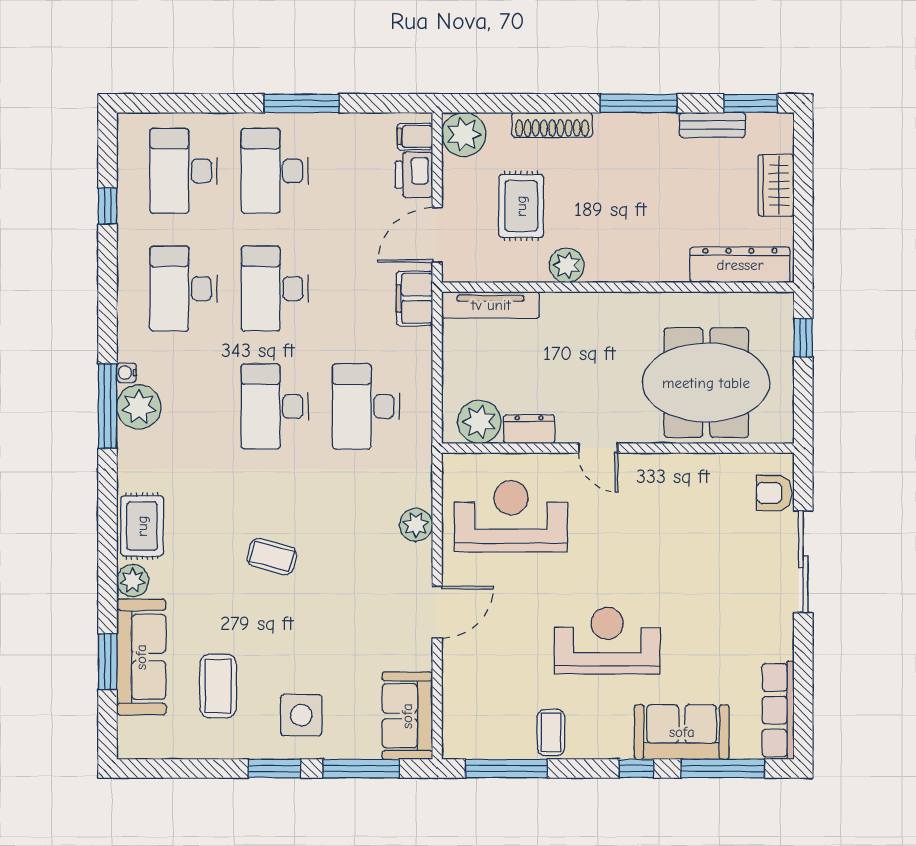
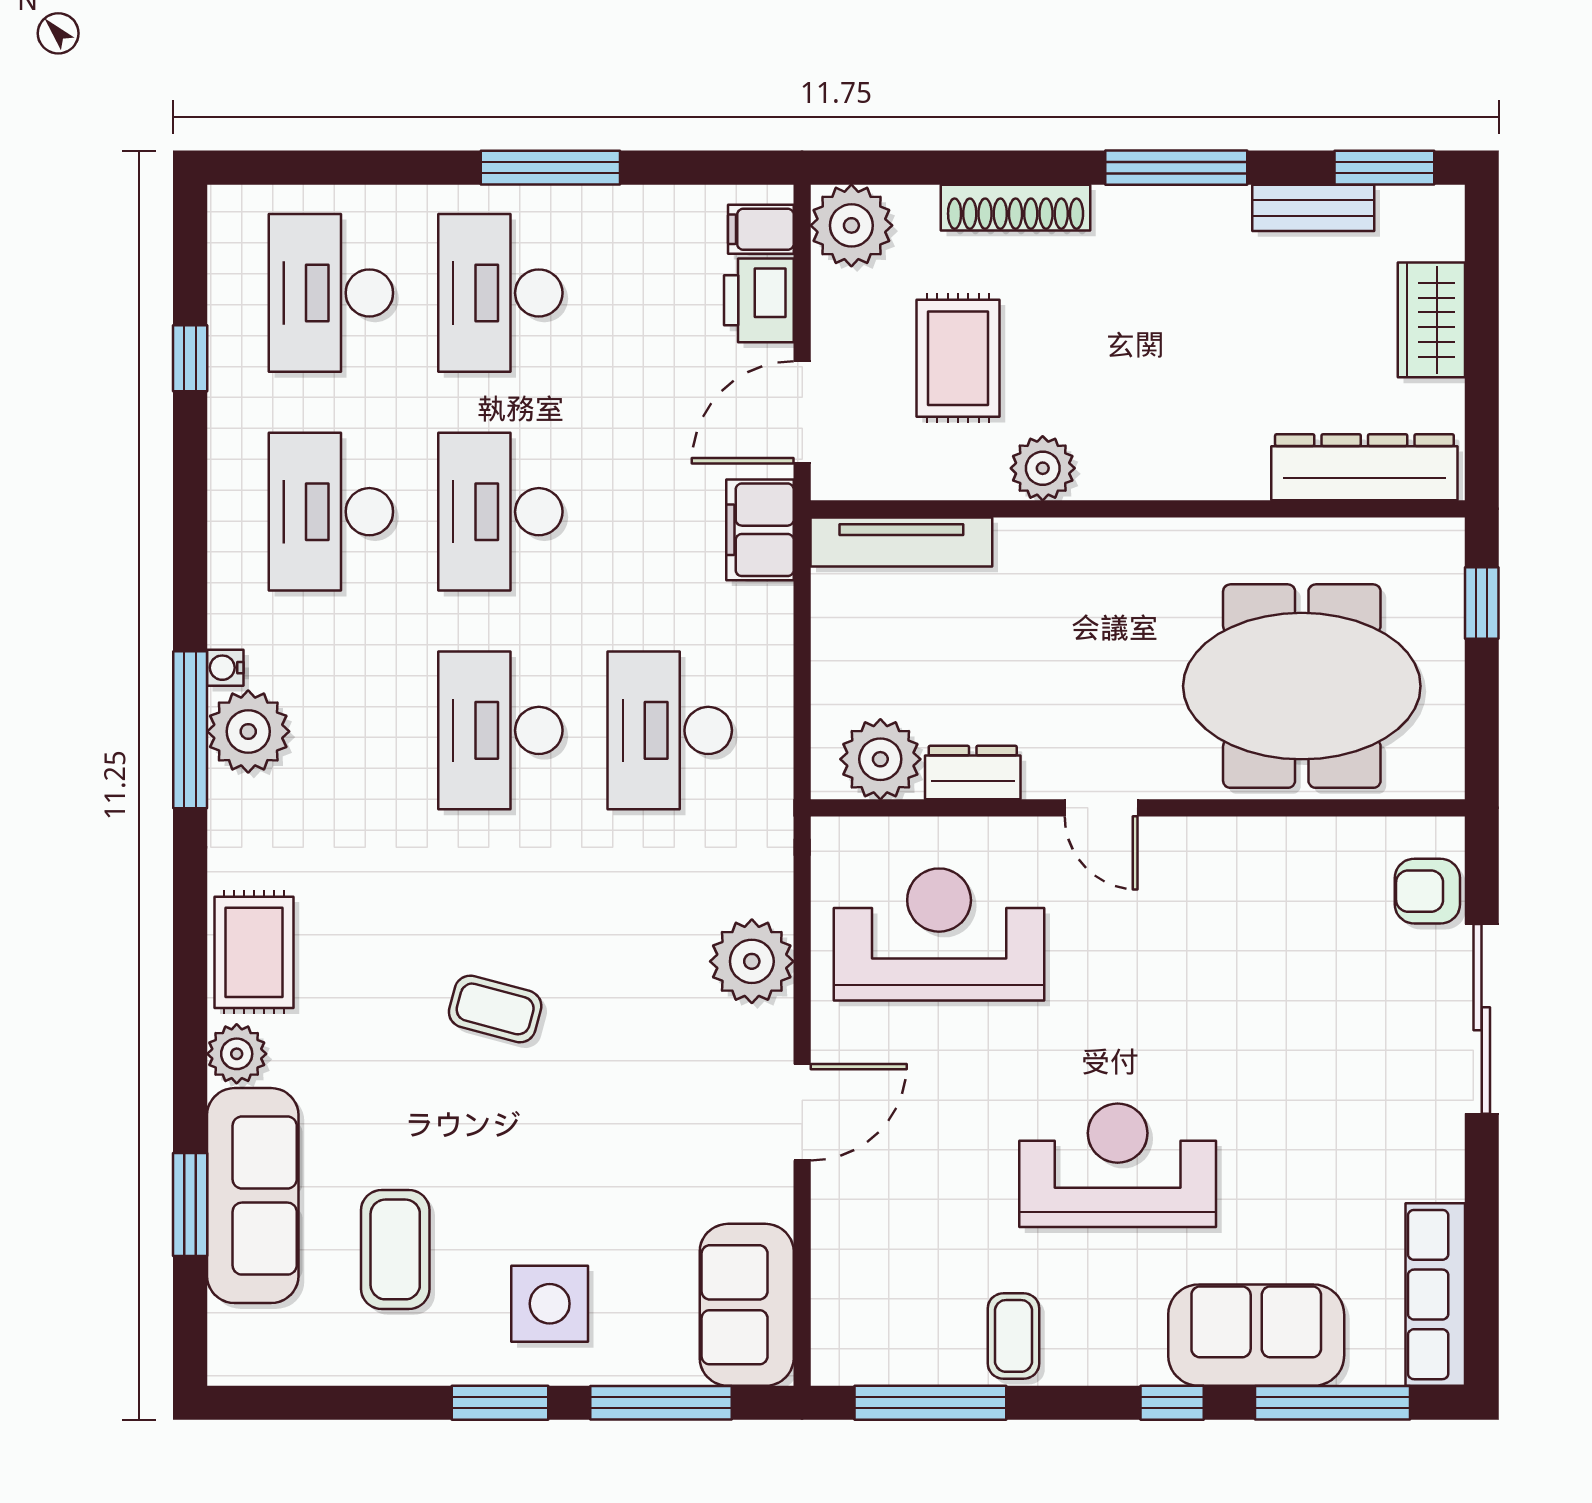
plant: (416, 525) -> (752, 961), width x1.36, depth x1.36

